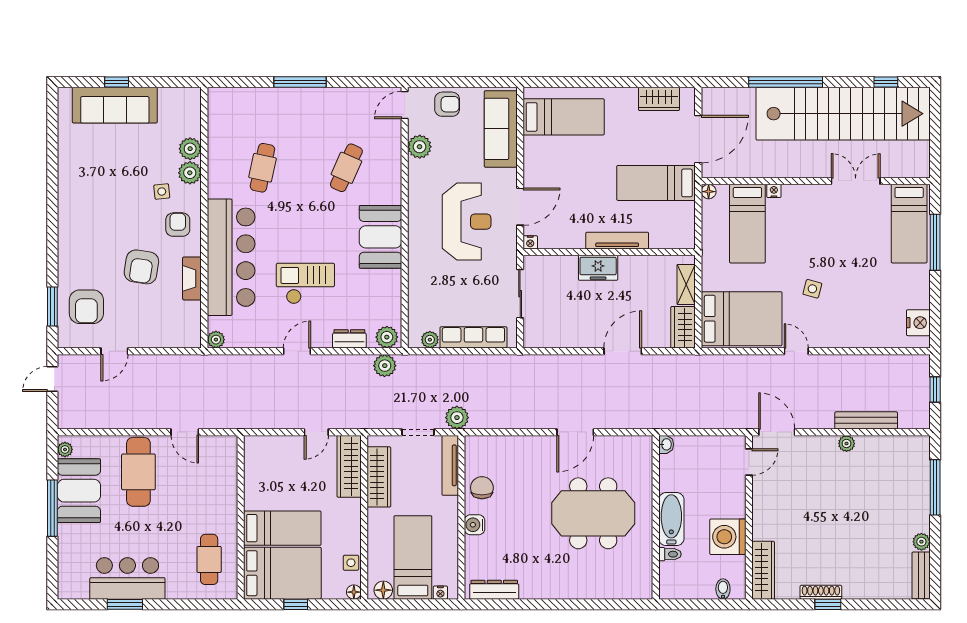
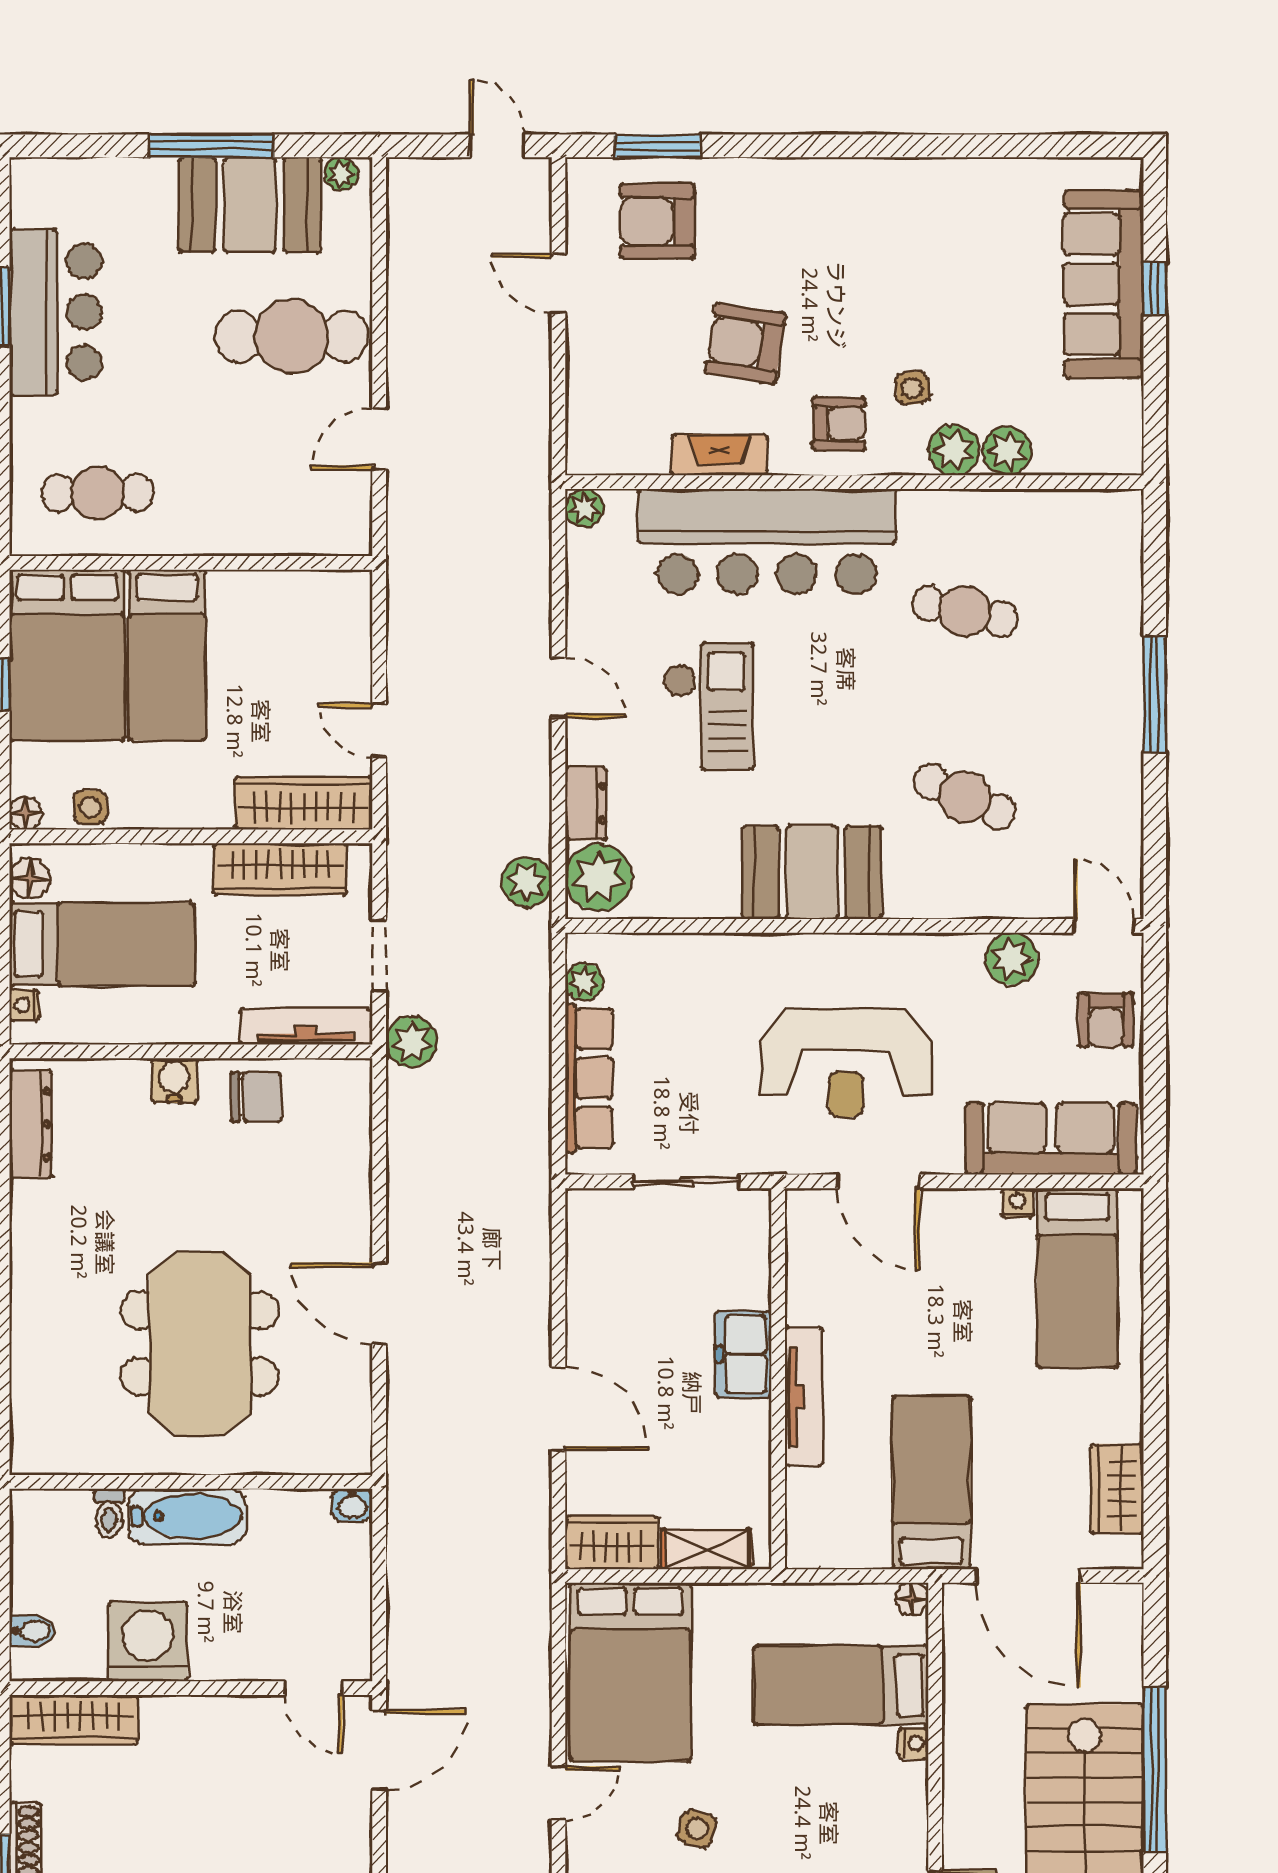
nightstand: (530, 242) -> (1018, 1203), moved, turned 90
plant: (387, 337) -> (599, 877), width x1.36, depth x1.36

